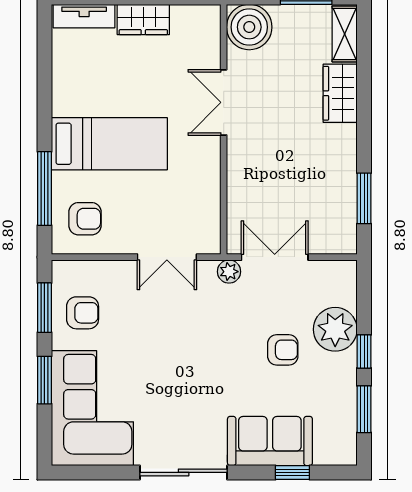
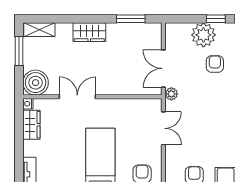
nightstand: (211, 13) -> (28, 104), added
wardrobe: (143, 19) -> (31, 125), moved
wardrobe: (340, 93) -> (89, 32), moved
double door: (224, 102) -> (77, 97), swing flipped

